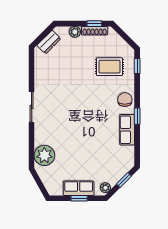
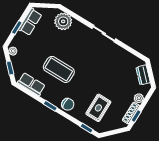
coffee table: (95, 130) -> (59, 69), added
row of seats: (127, 130) -> (31, 84), moved
row of seats: (79, 188) -> (30, 22), moved

